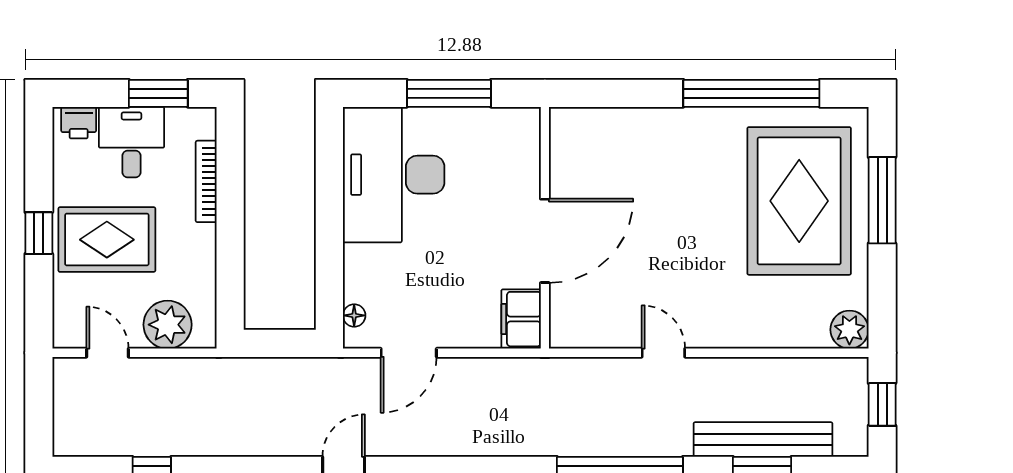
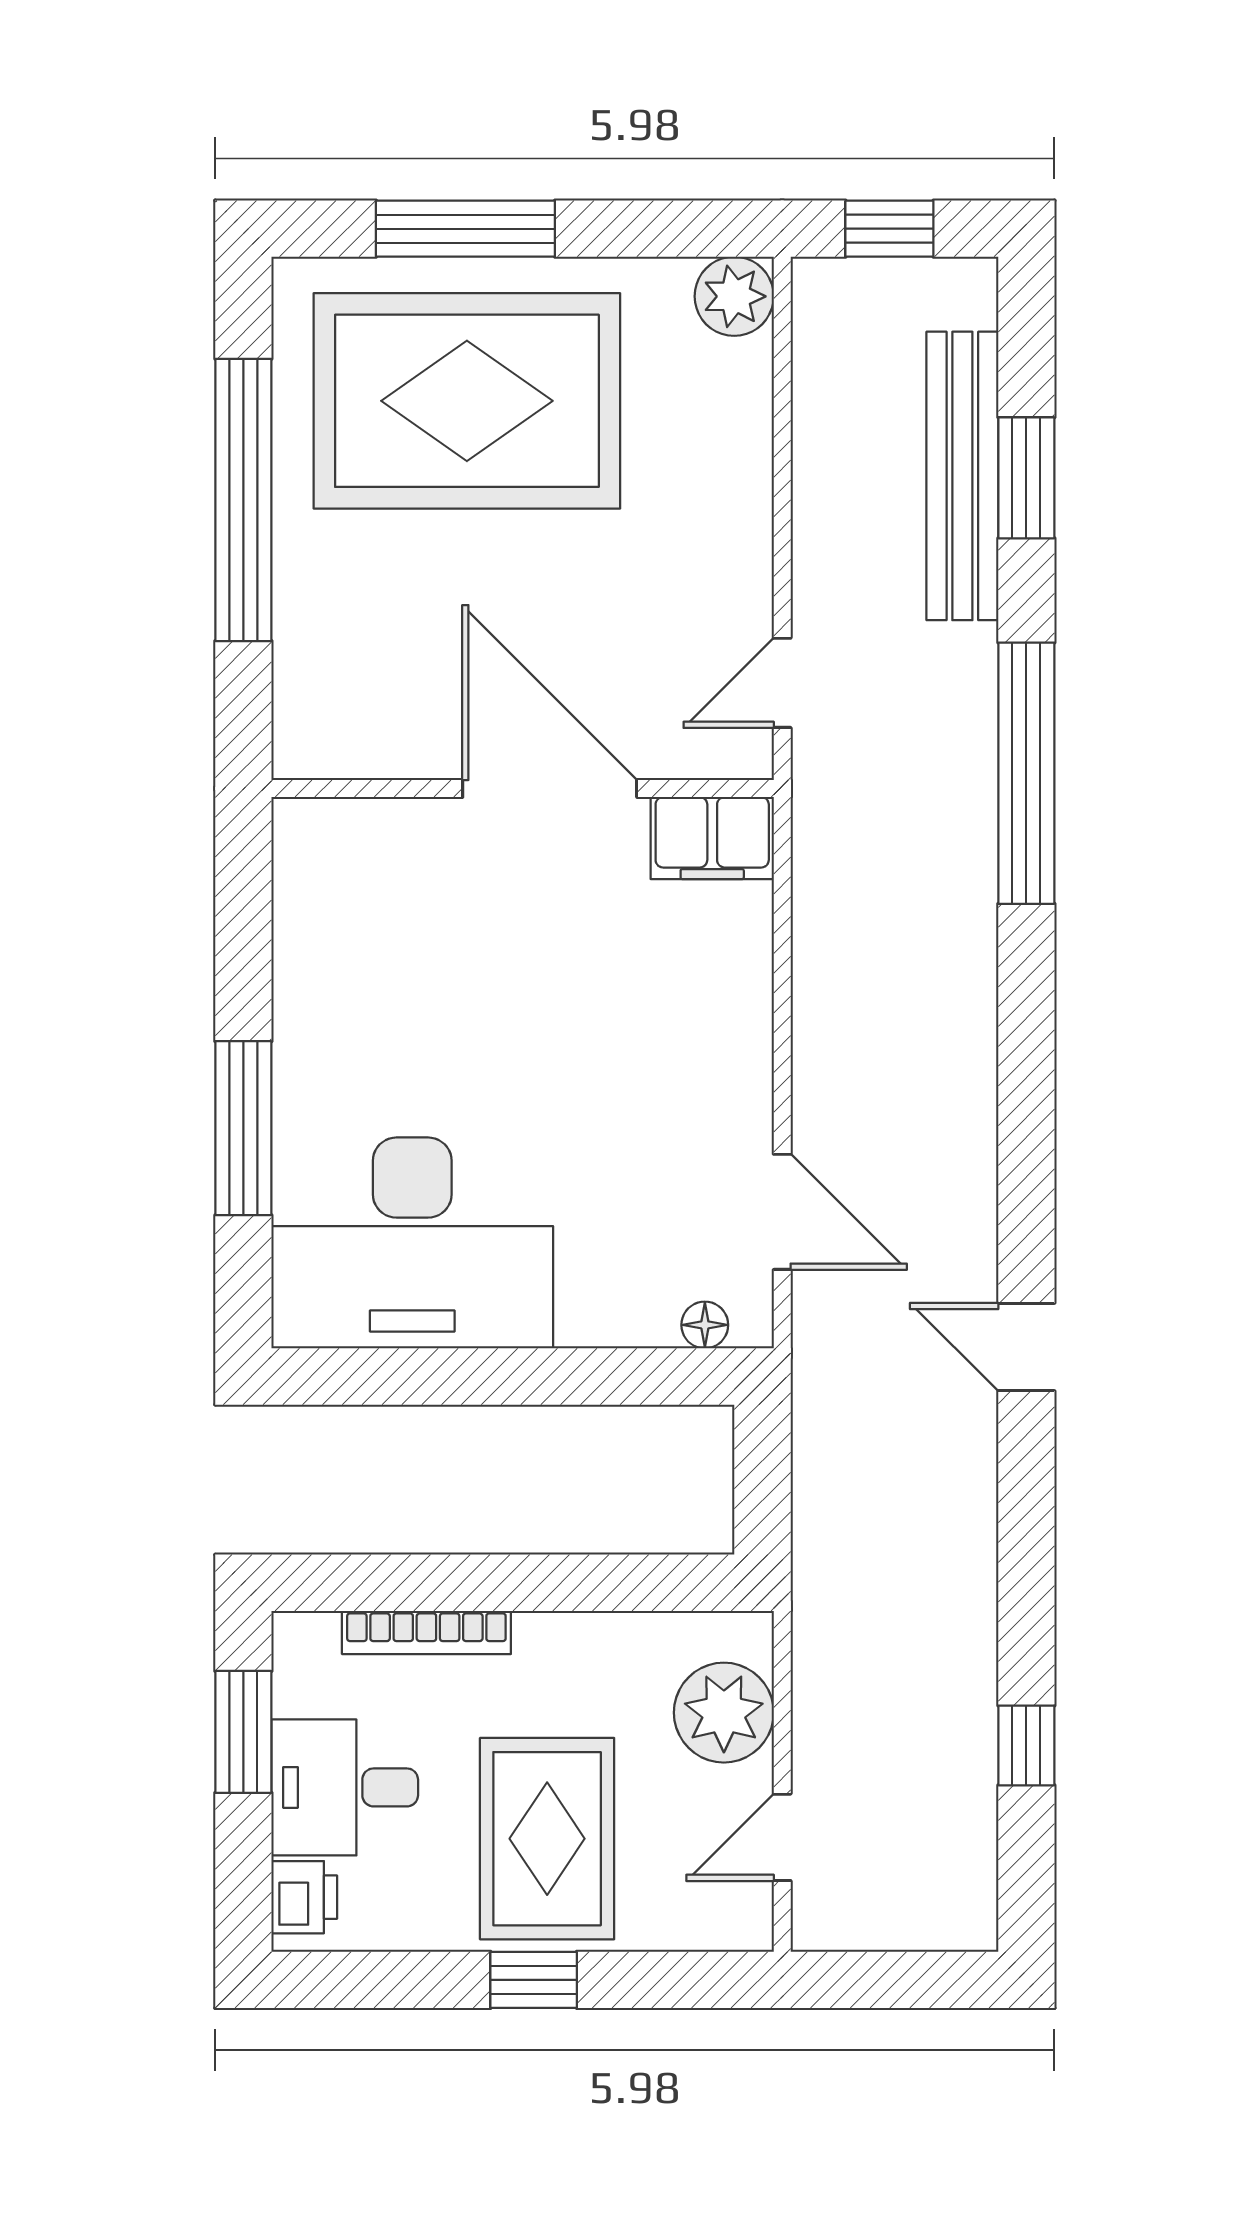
wall: (545, 228) -> (523, 789), moved
door: (545, 241) -> (550, 789), moved
filing cabinet: (521, 319) -> (712, 838), moved

